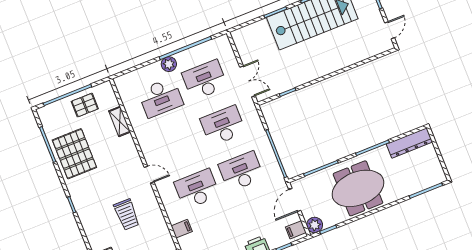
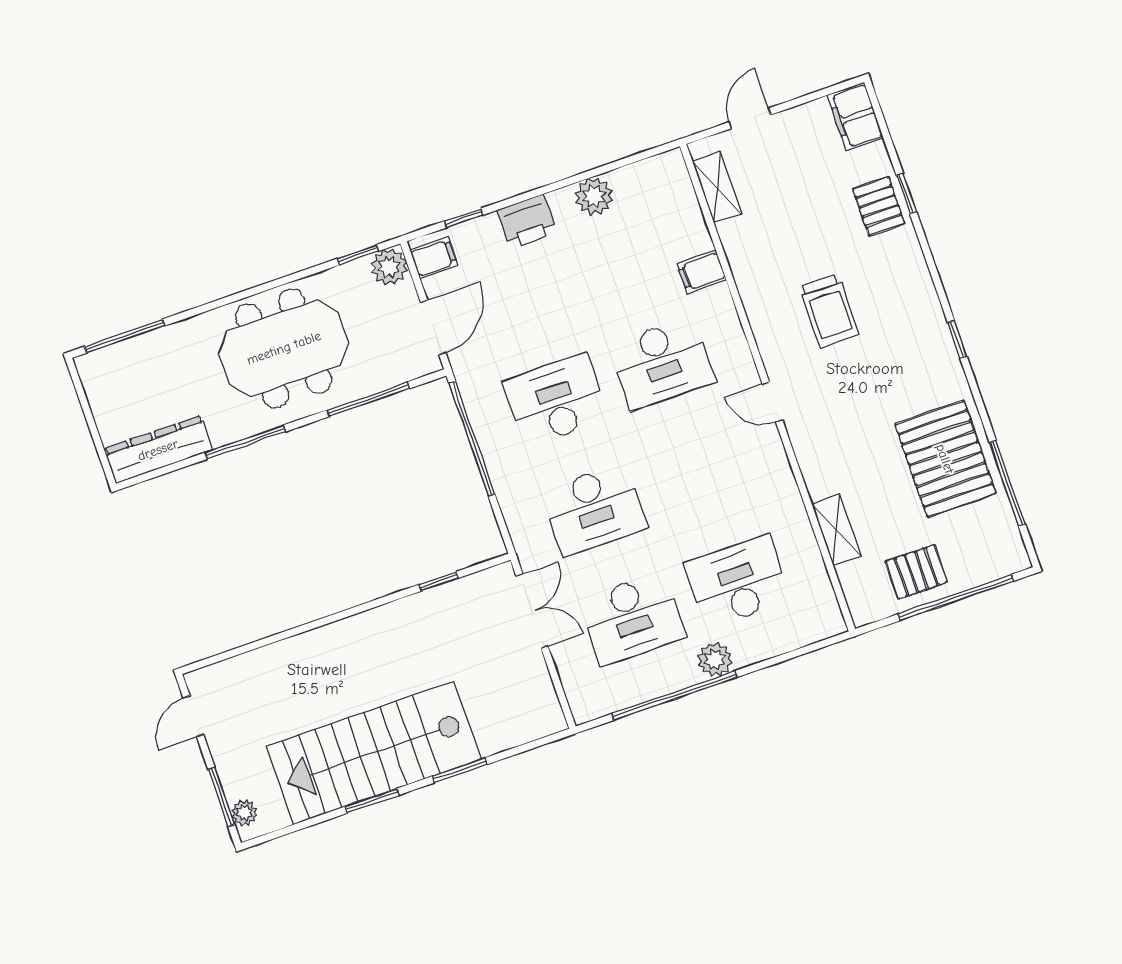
double door: (248, 81) -> (532, 611), swing flipped
desk: (241, 171) -> (556, 400), turned 180
trolley: (127, 215) -> (829, 311), turned 180

